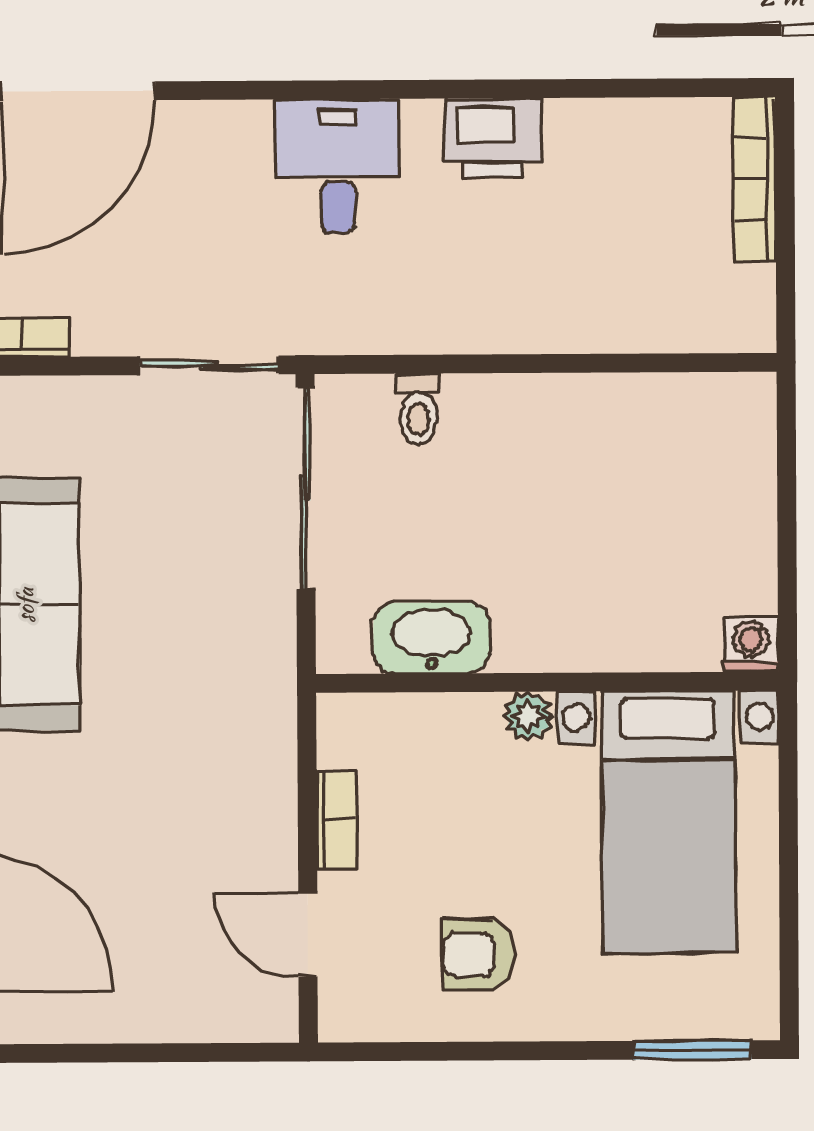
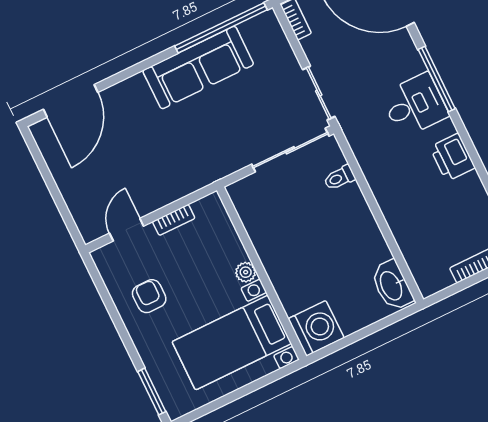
window: (303, 90) -> (437, 79), added
washbasin: (431, 638) -> (392, 285), moved, turned 180
washing machine: (751, 644) -> (316, 328), width x1.89, depth x1.89

